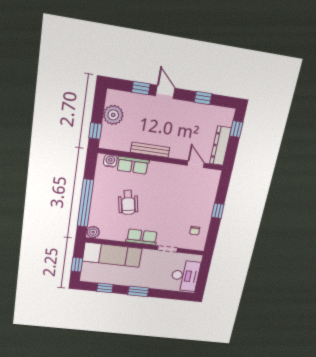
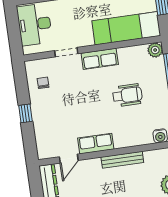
door: (196, 164) -> (69, 159), hinge flipped
row of seats: (133, 165) -> (96, 144), moved
wheelchair: (128, 202) -> (127, 95), turned 101

